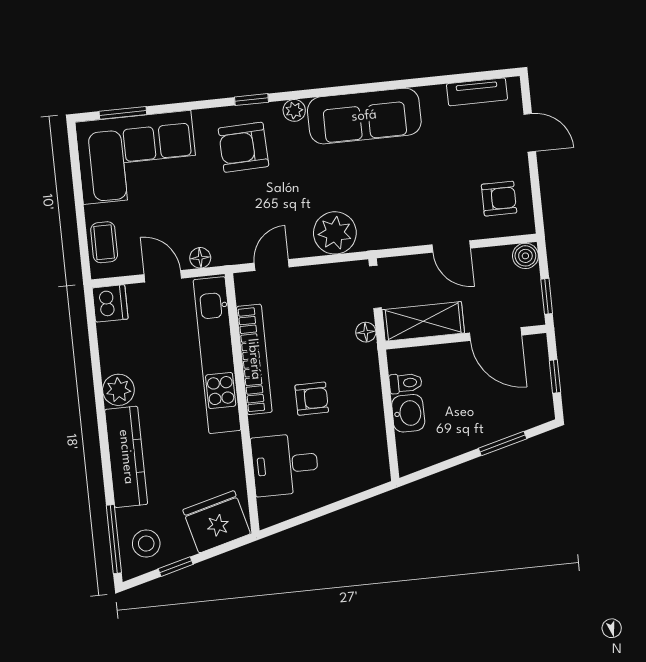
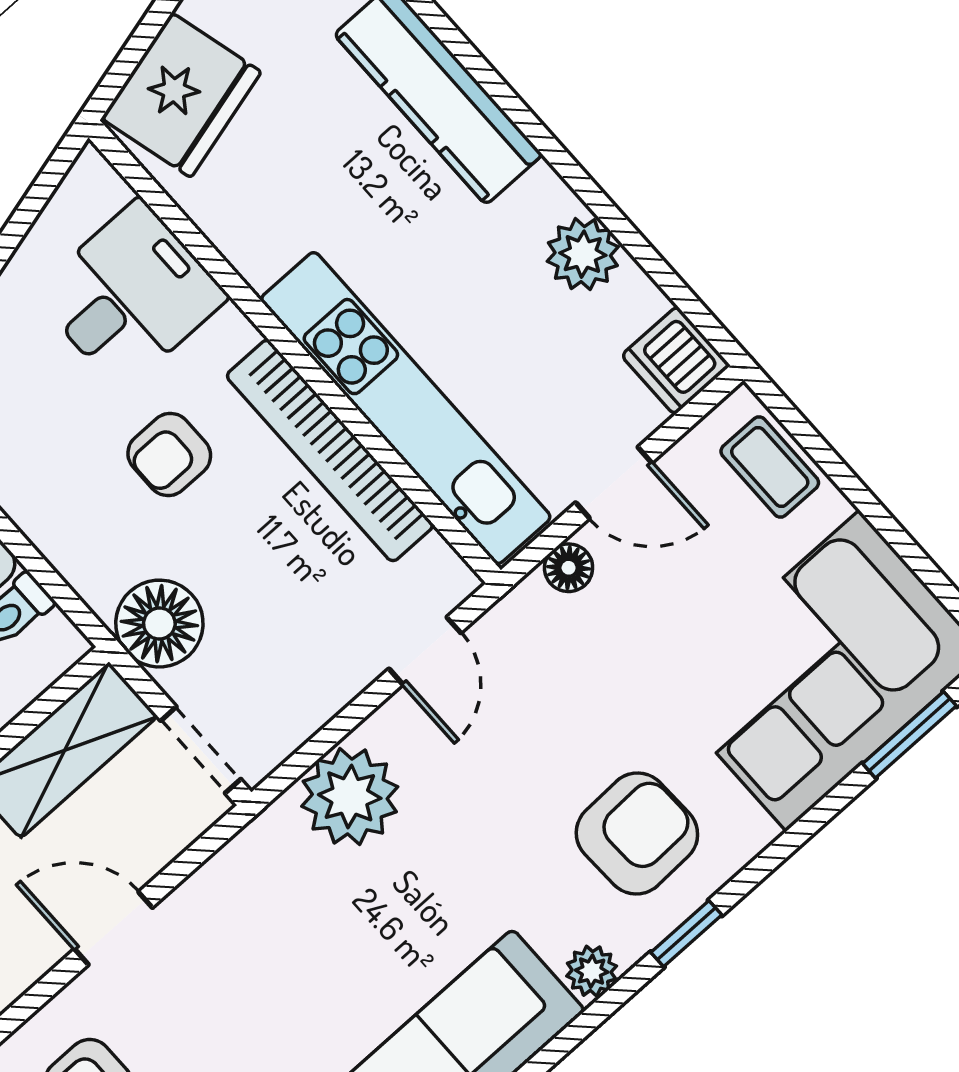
floor lamp: (366, 332) -> (159, 624), width x1.89, depth x1.89
plant: (118, 390) -> (583, 254), moved

